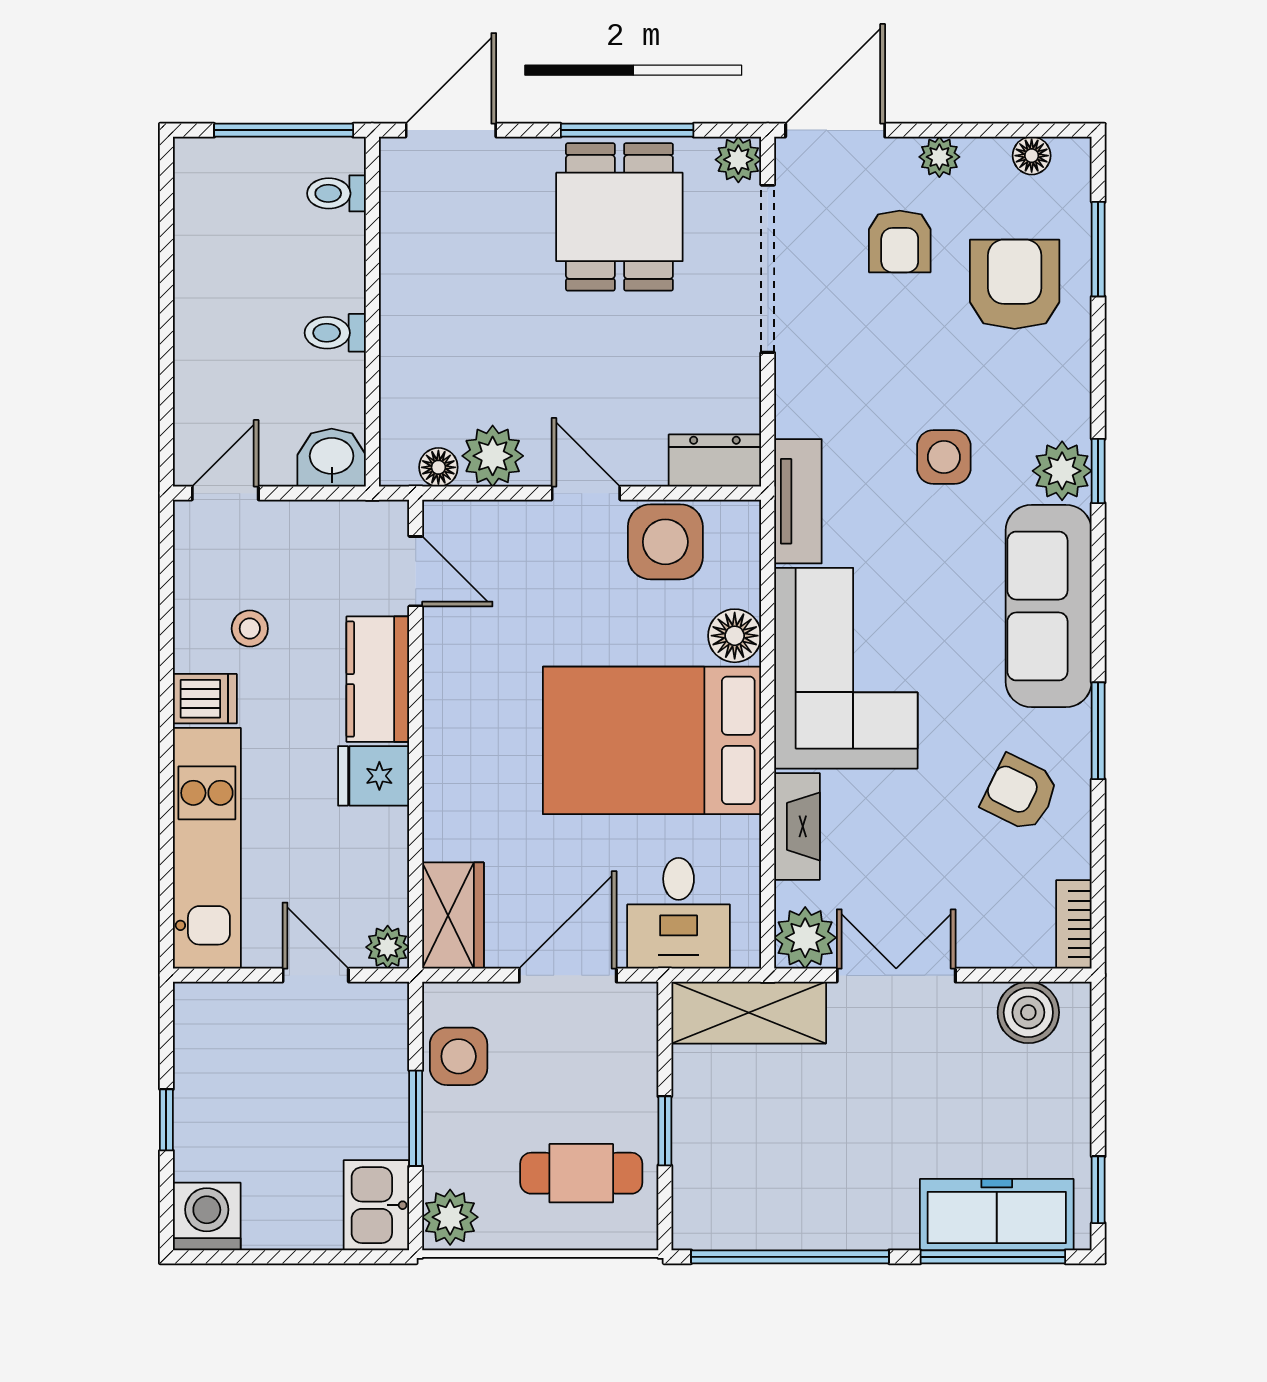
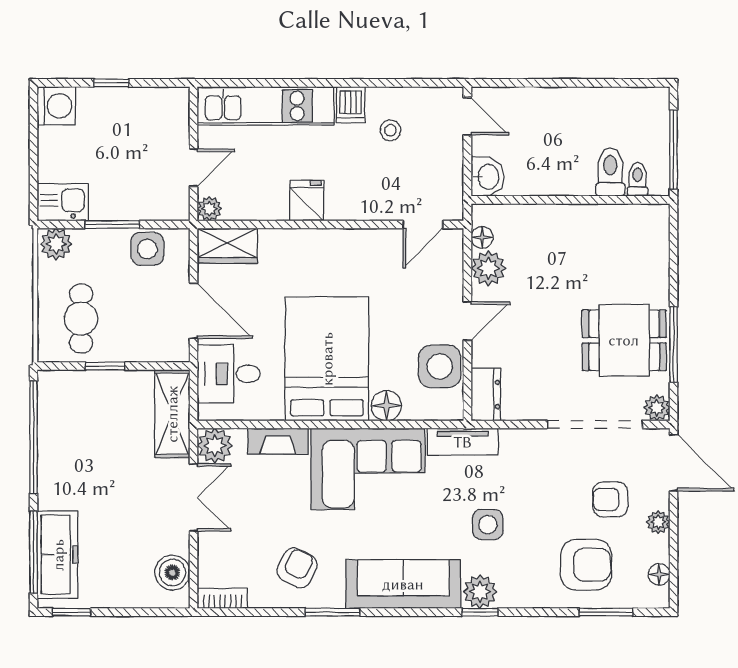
door: (451, 130) -> (674, 244), removed
toilet: (335, 333) -> (610, 172), moved, width x1.37, depth x1.39
kitchen counter: (378, 679) -> (362, 203), removed

